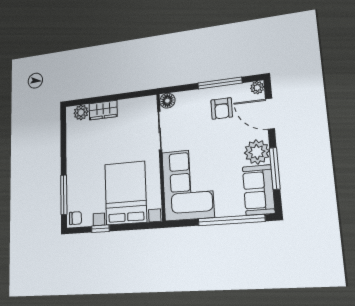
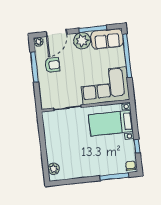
floor lamp: (167, 101) -> (46, 104), removed
wardrobe: (103, 110) -> (52, 151), removed
bed with nightstands: (126, 193) -> (111, 123), width x0.73

